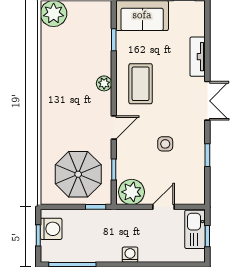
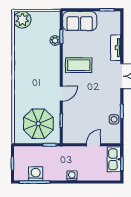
plant: (104, 83) -> (55, 40), moved
coffee table: (141, 84) -> (79, 65), turned 90
side table: (165, 144) -> (114, 119), moved
plant: (132, 192) -> (73, 135), removed
washing machine: (51, 229) -> (36, 174), moved, turned -90

